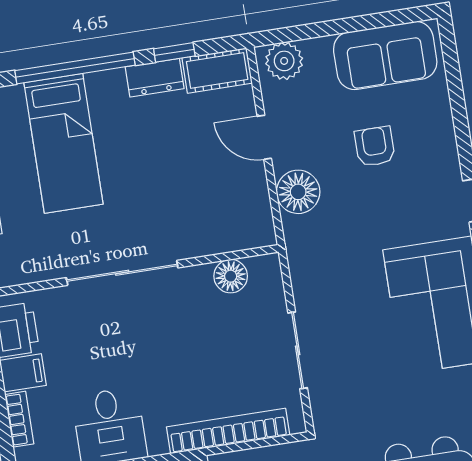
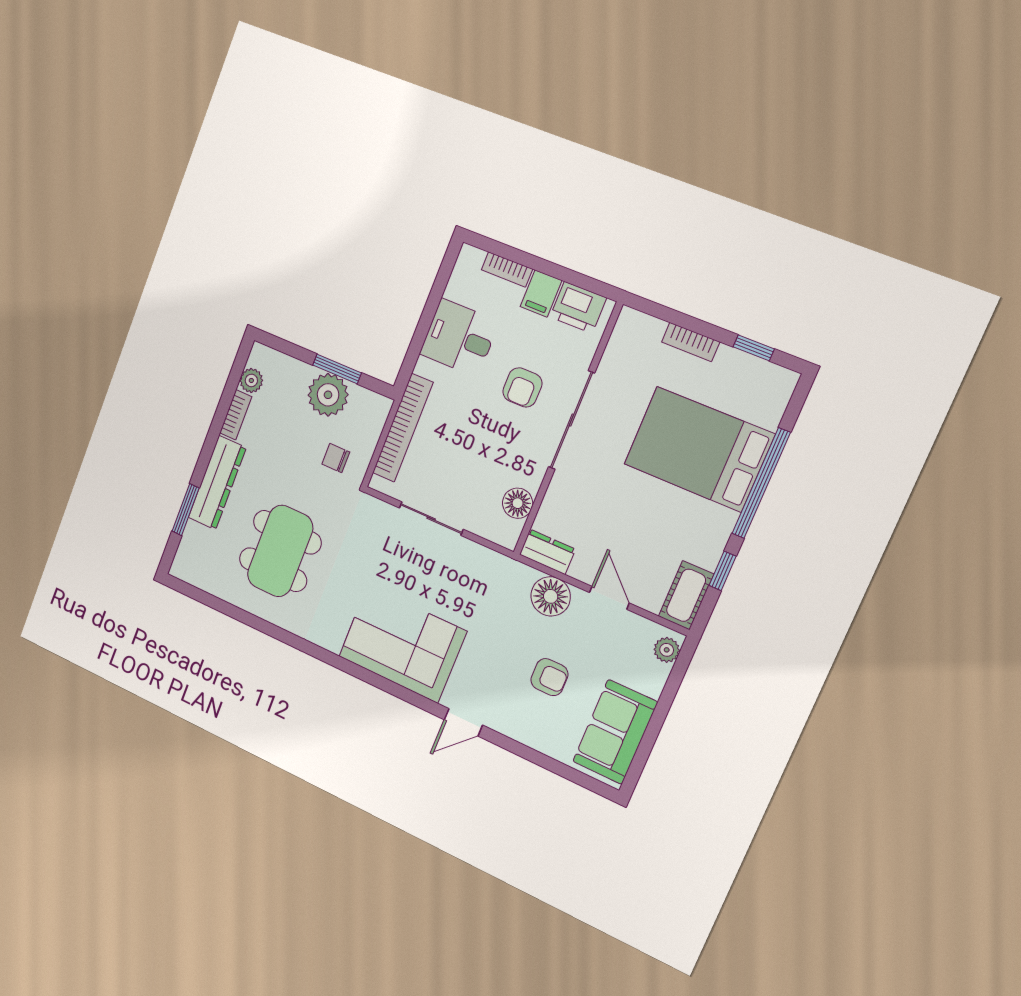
plant: (284, 61) -> (667, 650), width x0.73, depth x0.73
dresser: (155, 78) -> (547, 552), moved, turned 90
door: (264, 137) -> (609, 598), hinge flipped
bed: (64, 143) -> (699, 449), width x1.50
armchair: (120, 338) -> (522, 387), added

